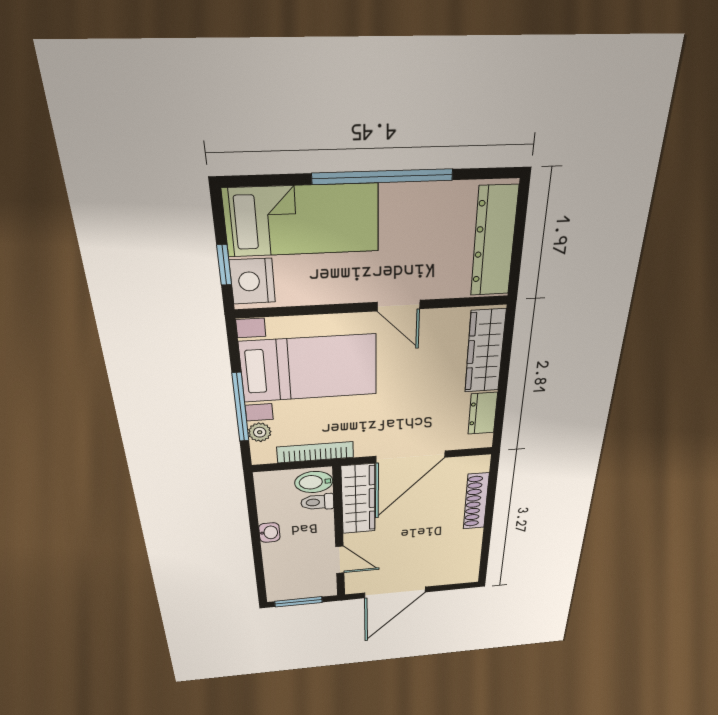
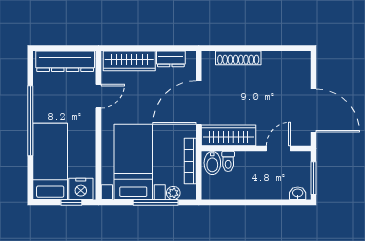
door: (399, 306) -> (98, 96), moved
door: (410, 457) -> (199, 103), swing flipped
washbasin: (269, 533) -> (298, 193), moved

